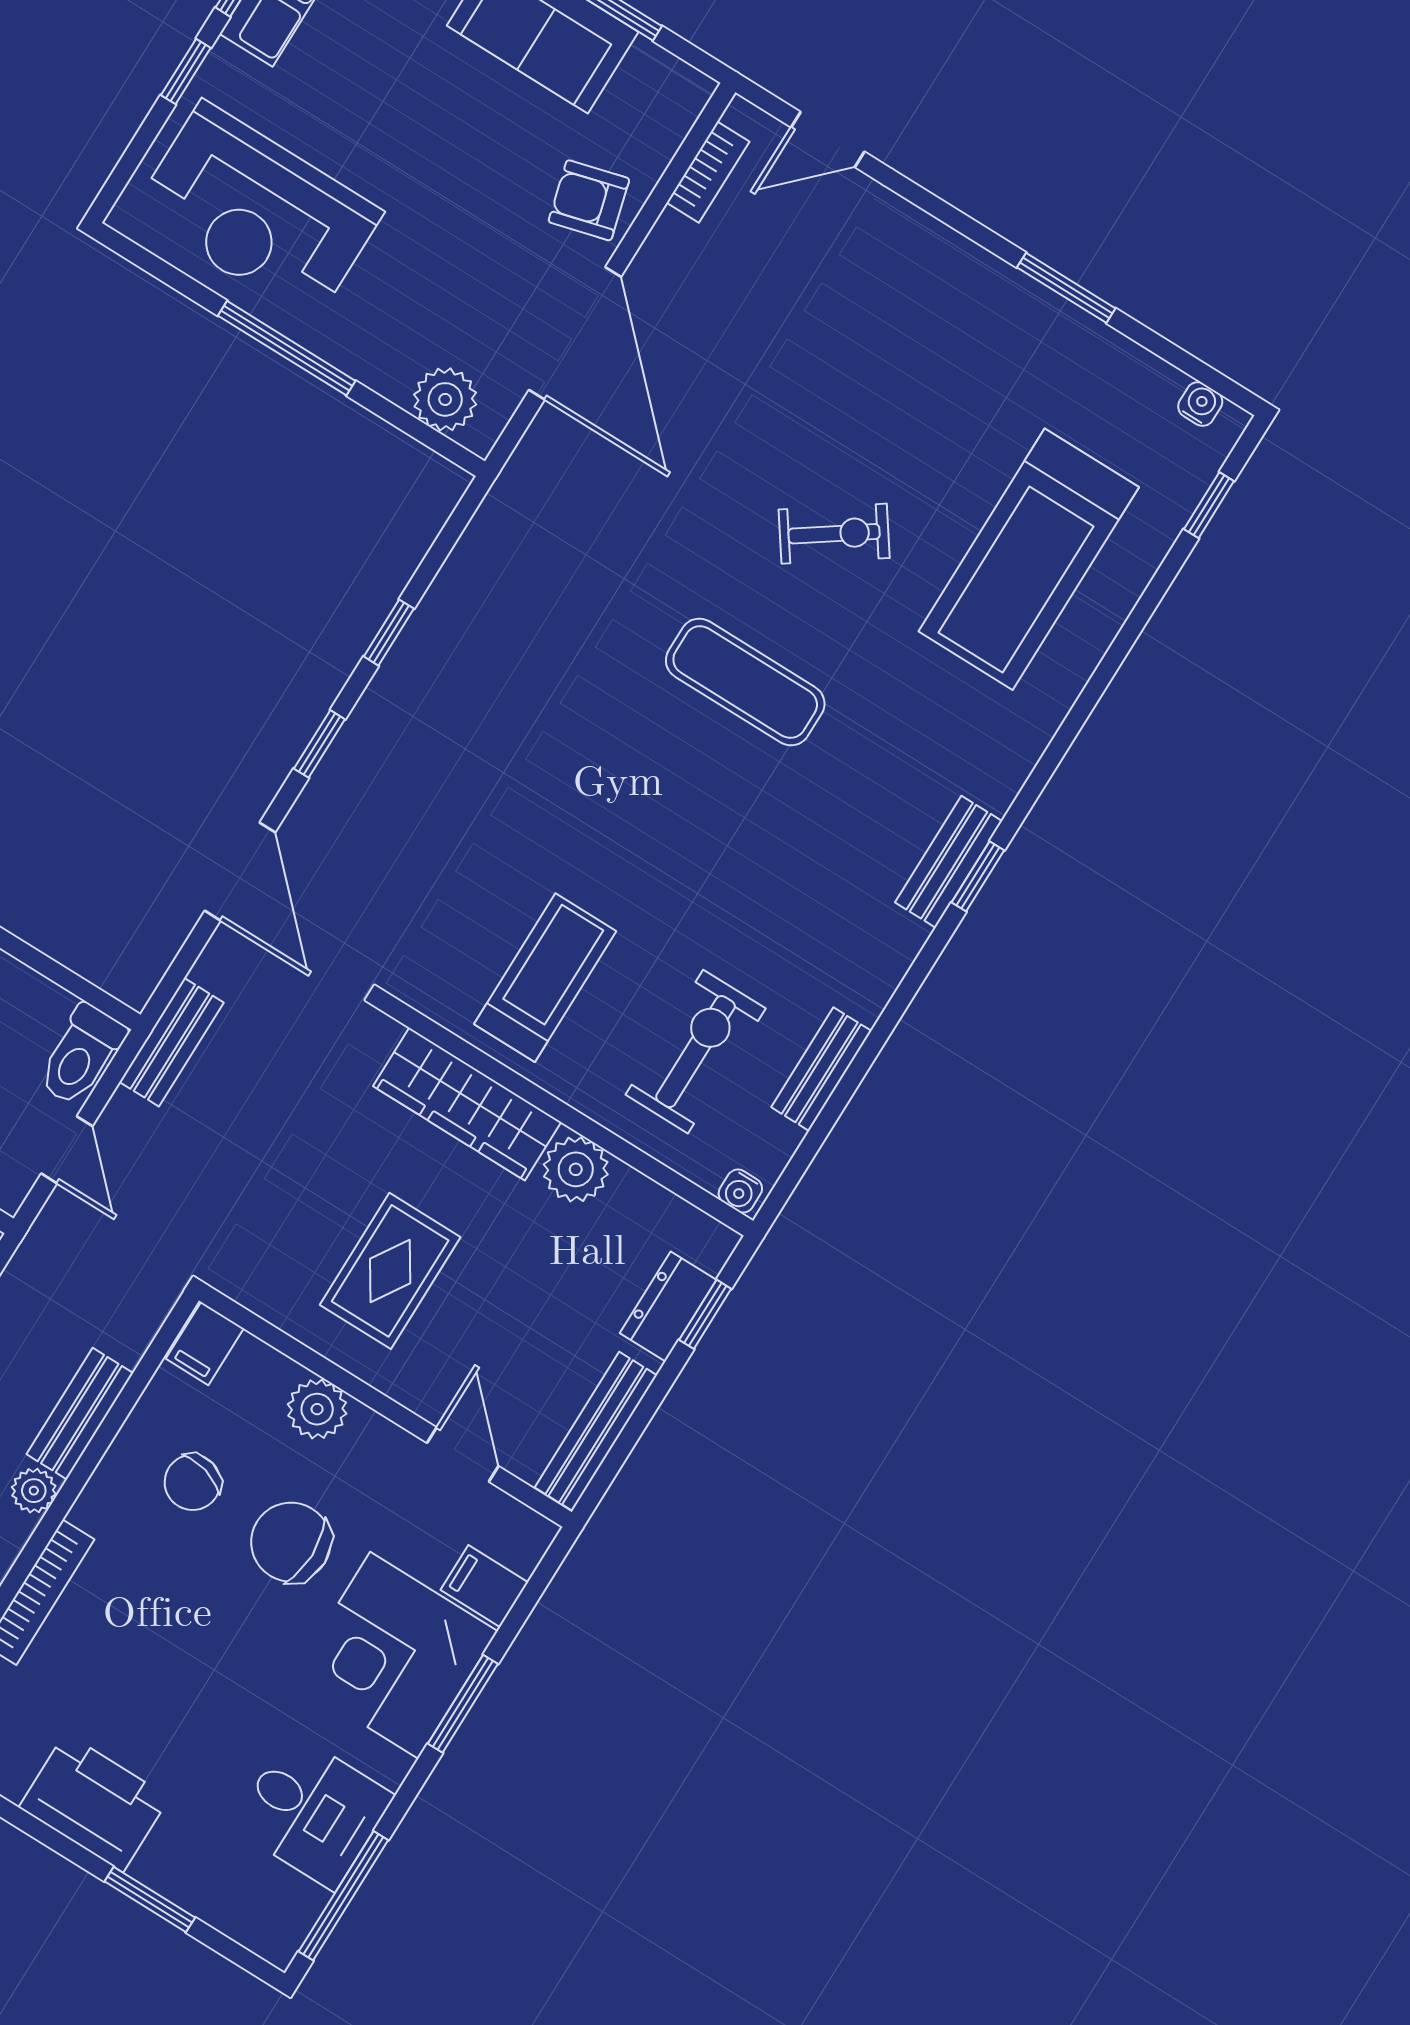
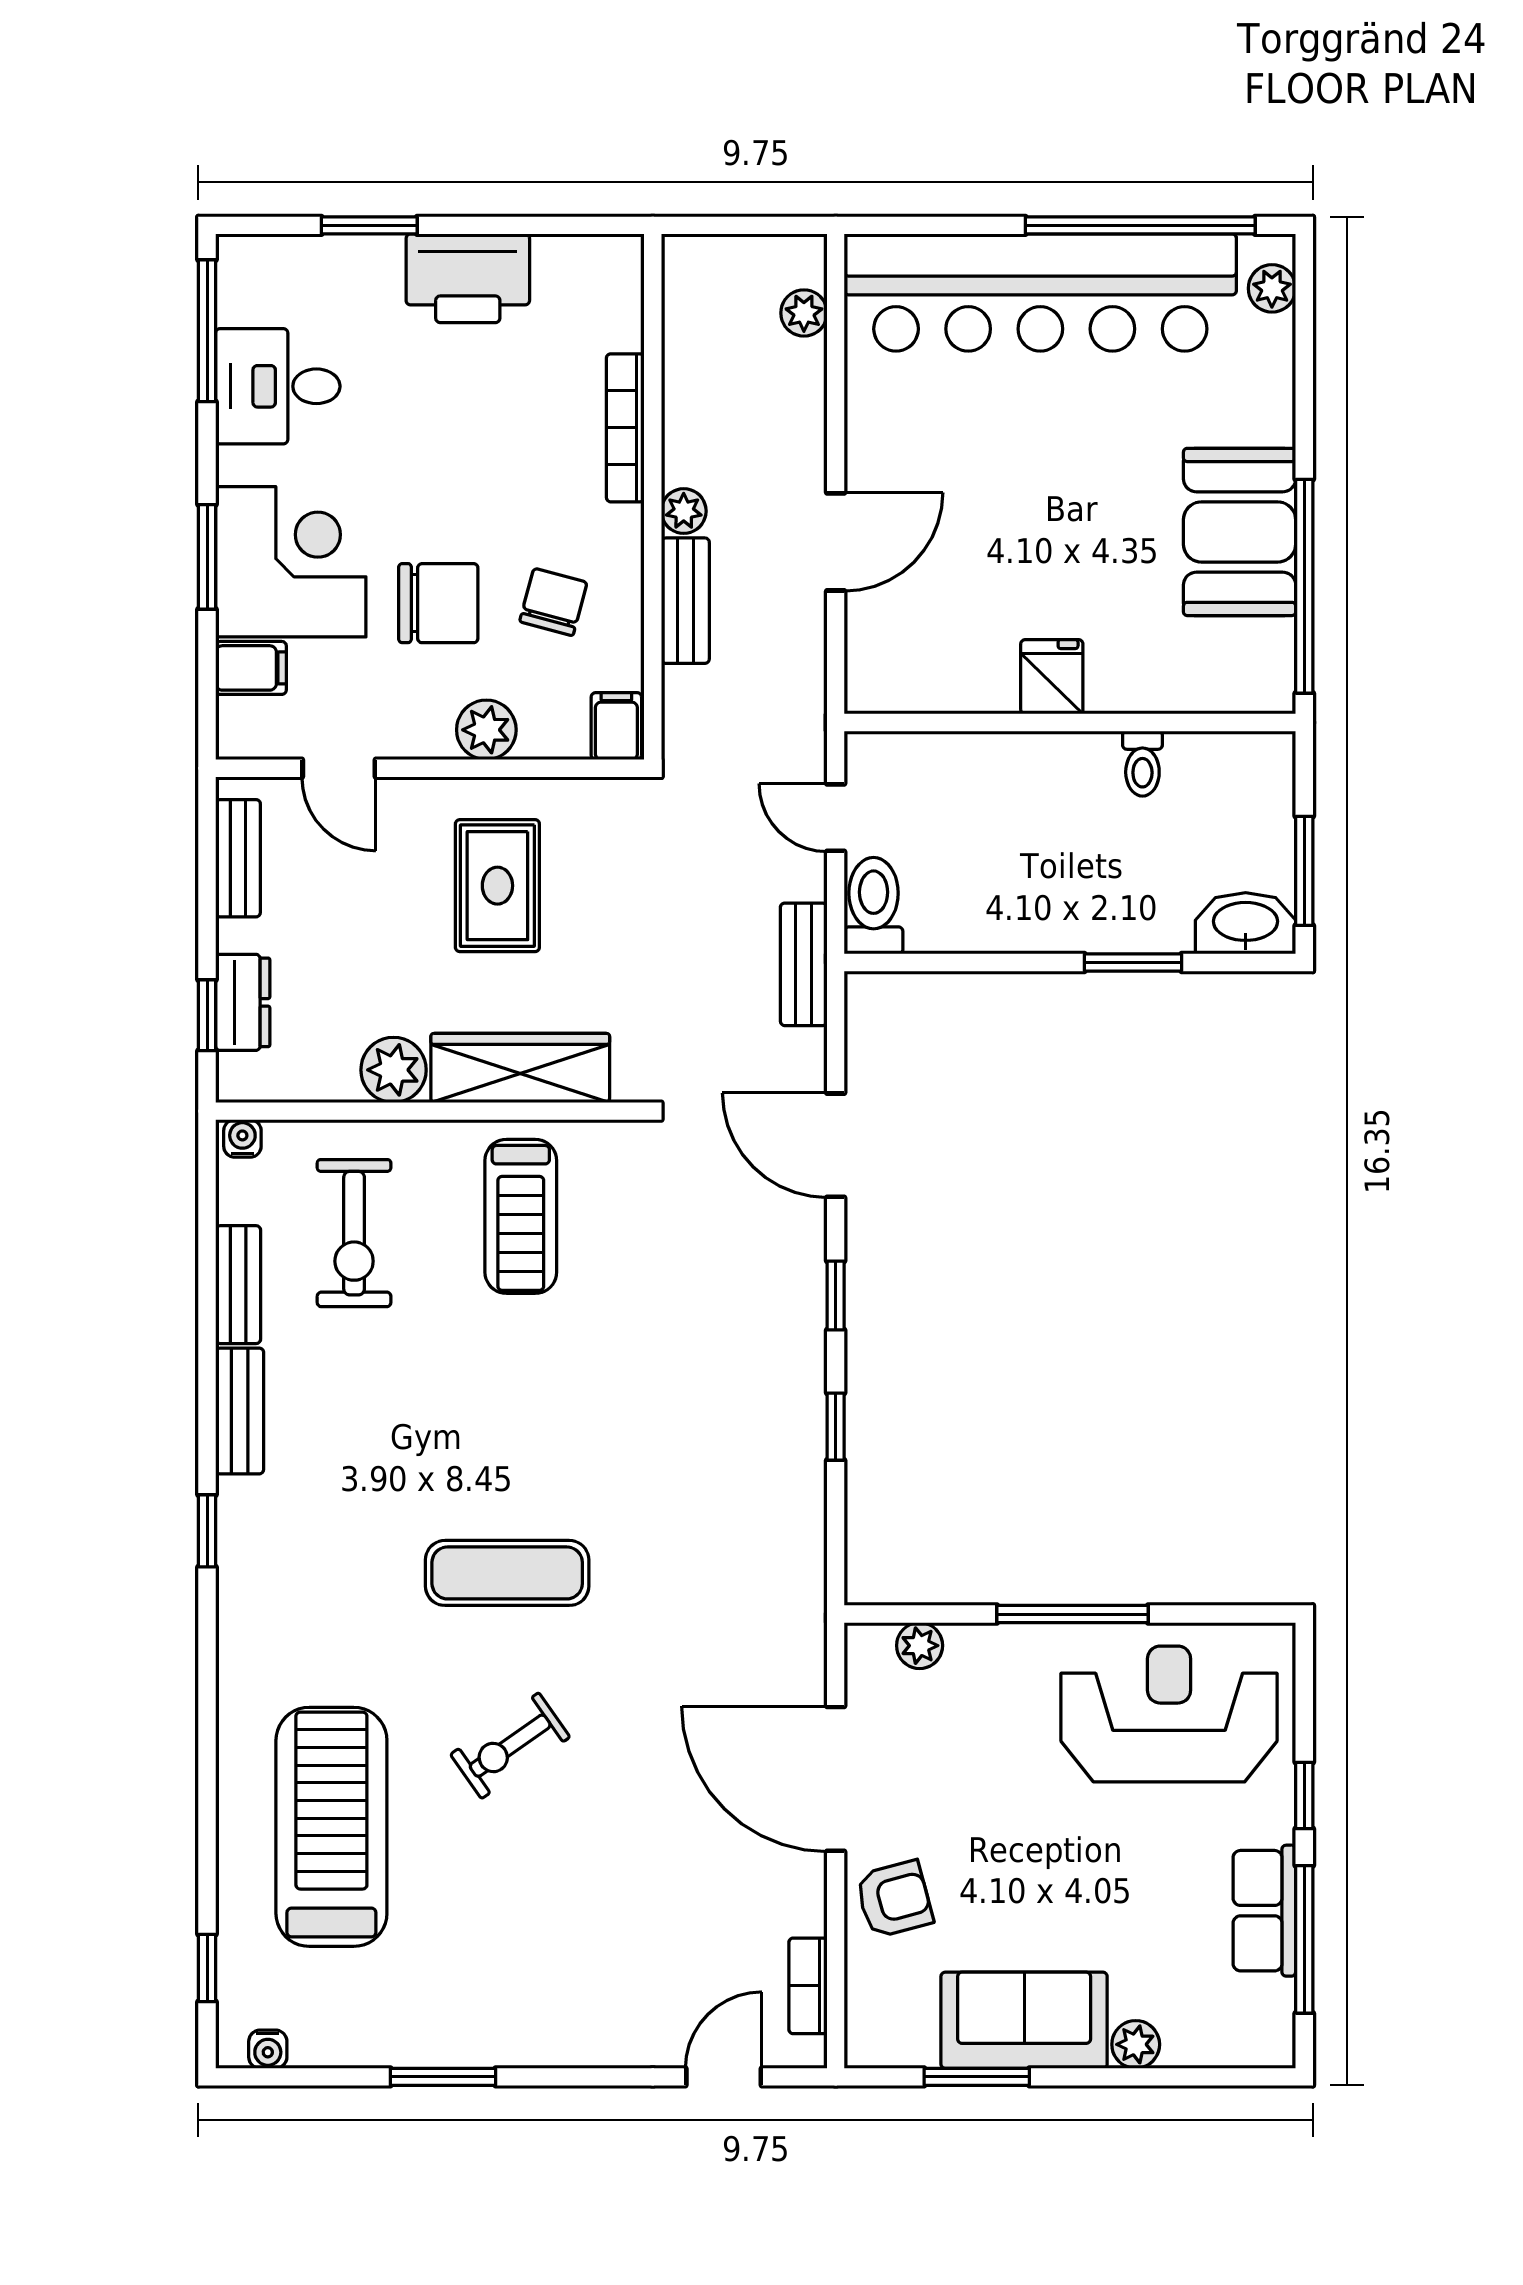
plant: (445, 399) -> (920, 1646), width x0.73, depth x0.73
bench: (949, 862) -> (240, 1411), moved
bench: (596, 1431) -> (238, 858), width x0.73

